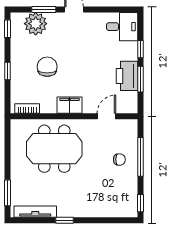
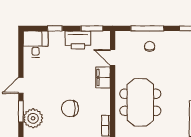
window: (140, 79) -> (92, 28), moved
filing cabinet: (70, 105) -> (103, 77), moved

